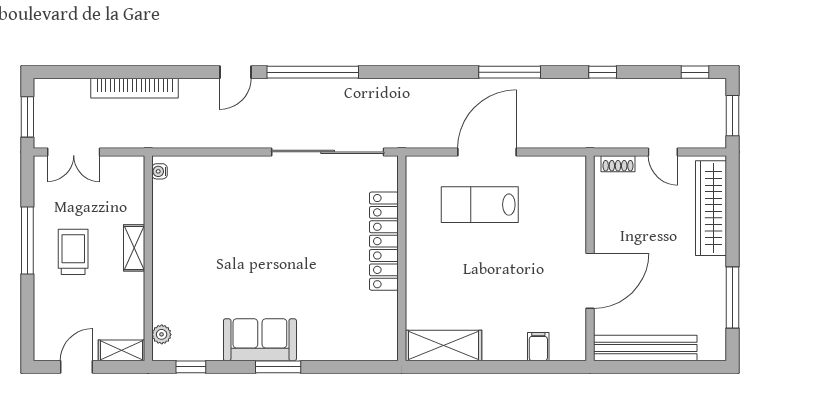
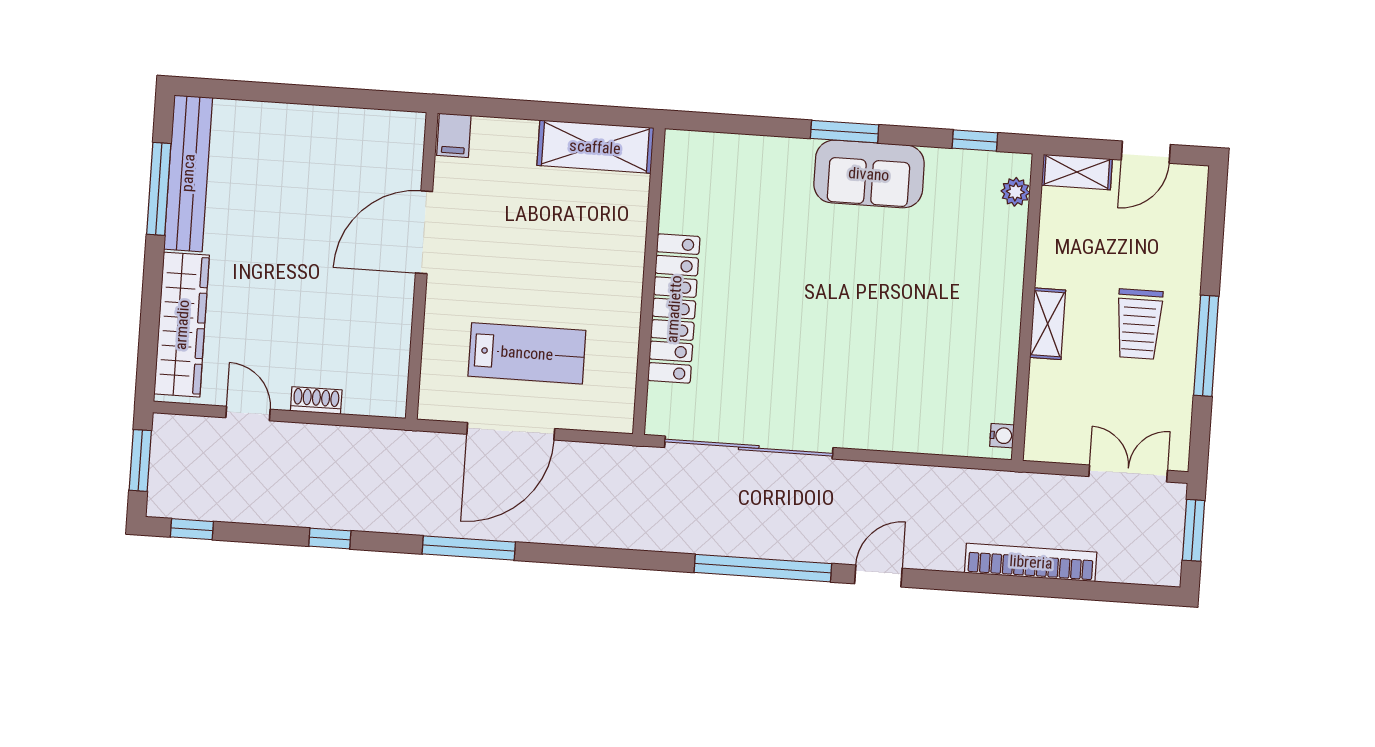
wall: (590, 258) -> (422, 266), moved
door: (590, 281) -> (424, 232), moved
bench: (645, 348) -> (188, 173), moved, turned 90

